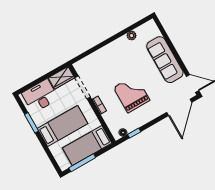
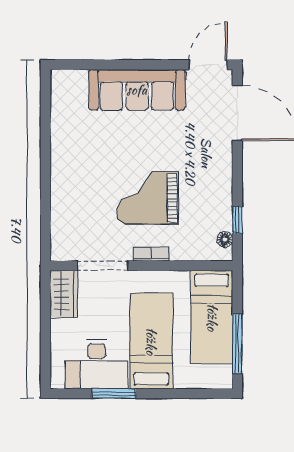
plant: (132, 36) -> (60, 125), removed
grand piano: (132, 94) -> (148, 198), moved
desk: (40, 96) -> (97, 364), moved, turned -90

